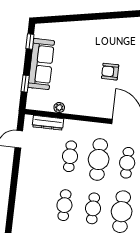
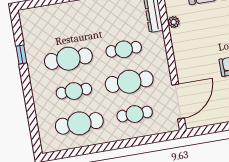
cafe table: (64, 205) -> (68, 59), width x1.37, depth x1.35

